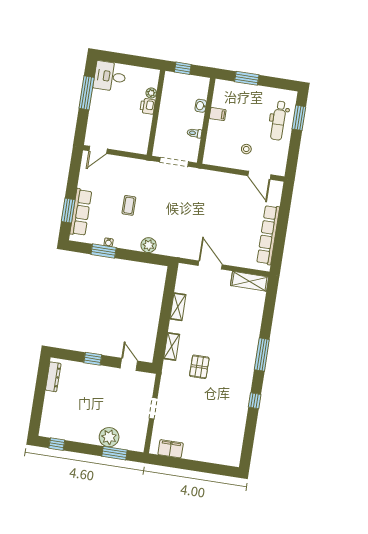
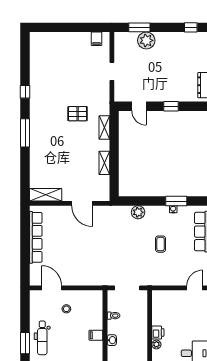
dental chair: (279, 121) -> (42, 338), turned 180
pallet: (199, 367) -> (78, 114), turned 90
filing cabinet: (171, 449) -> (97, 39), width x0.50

